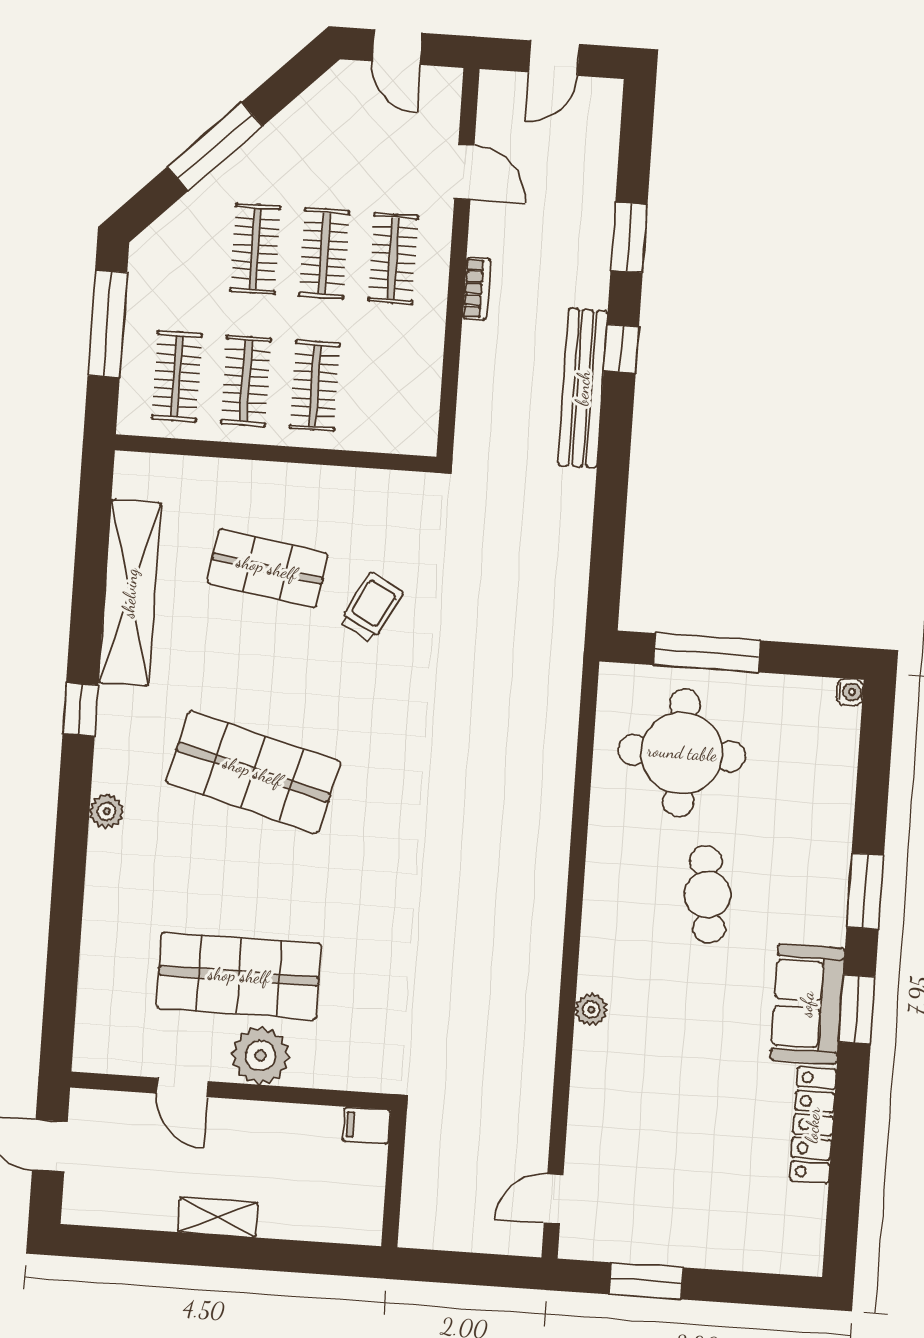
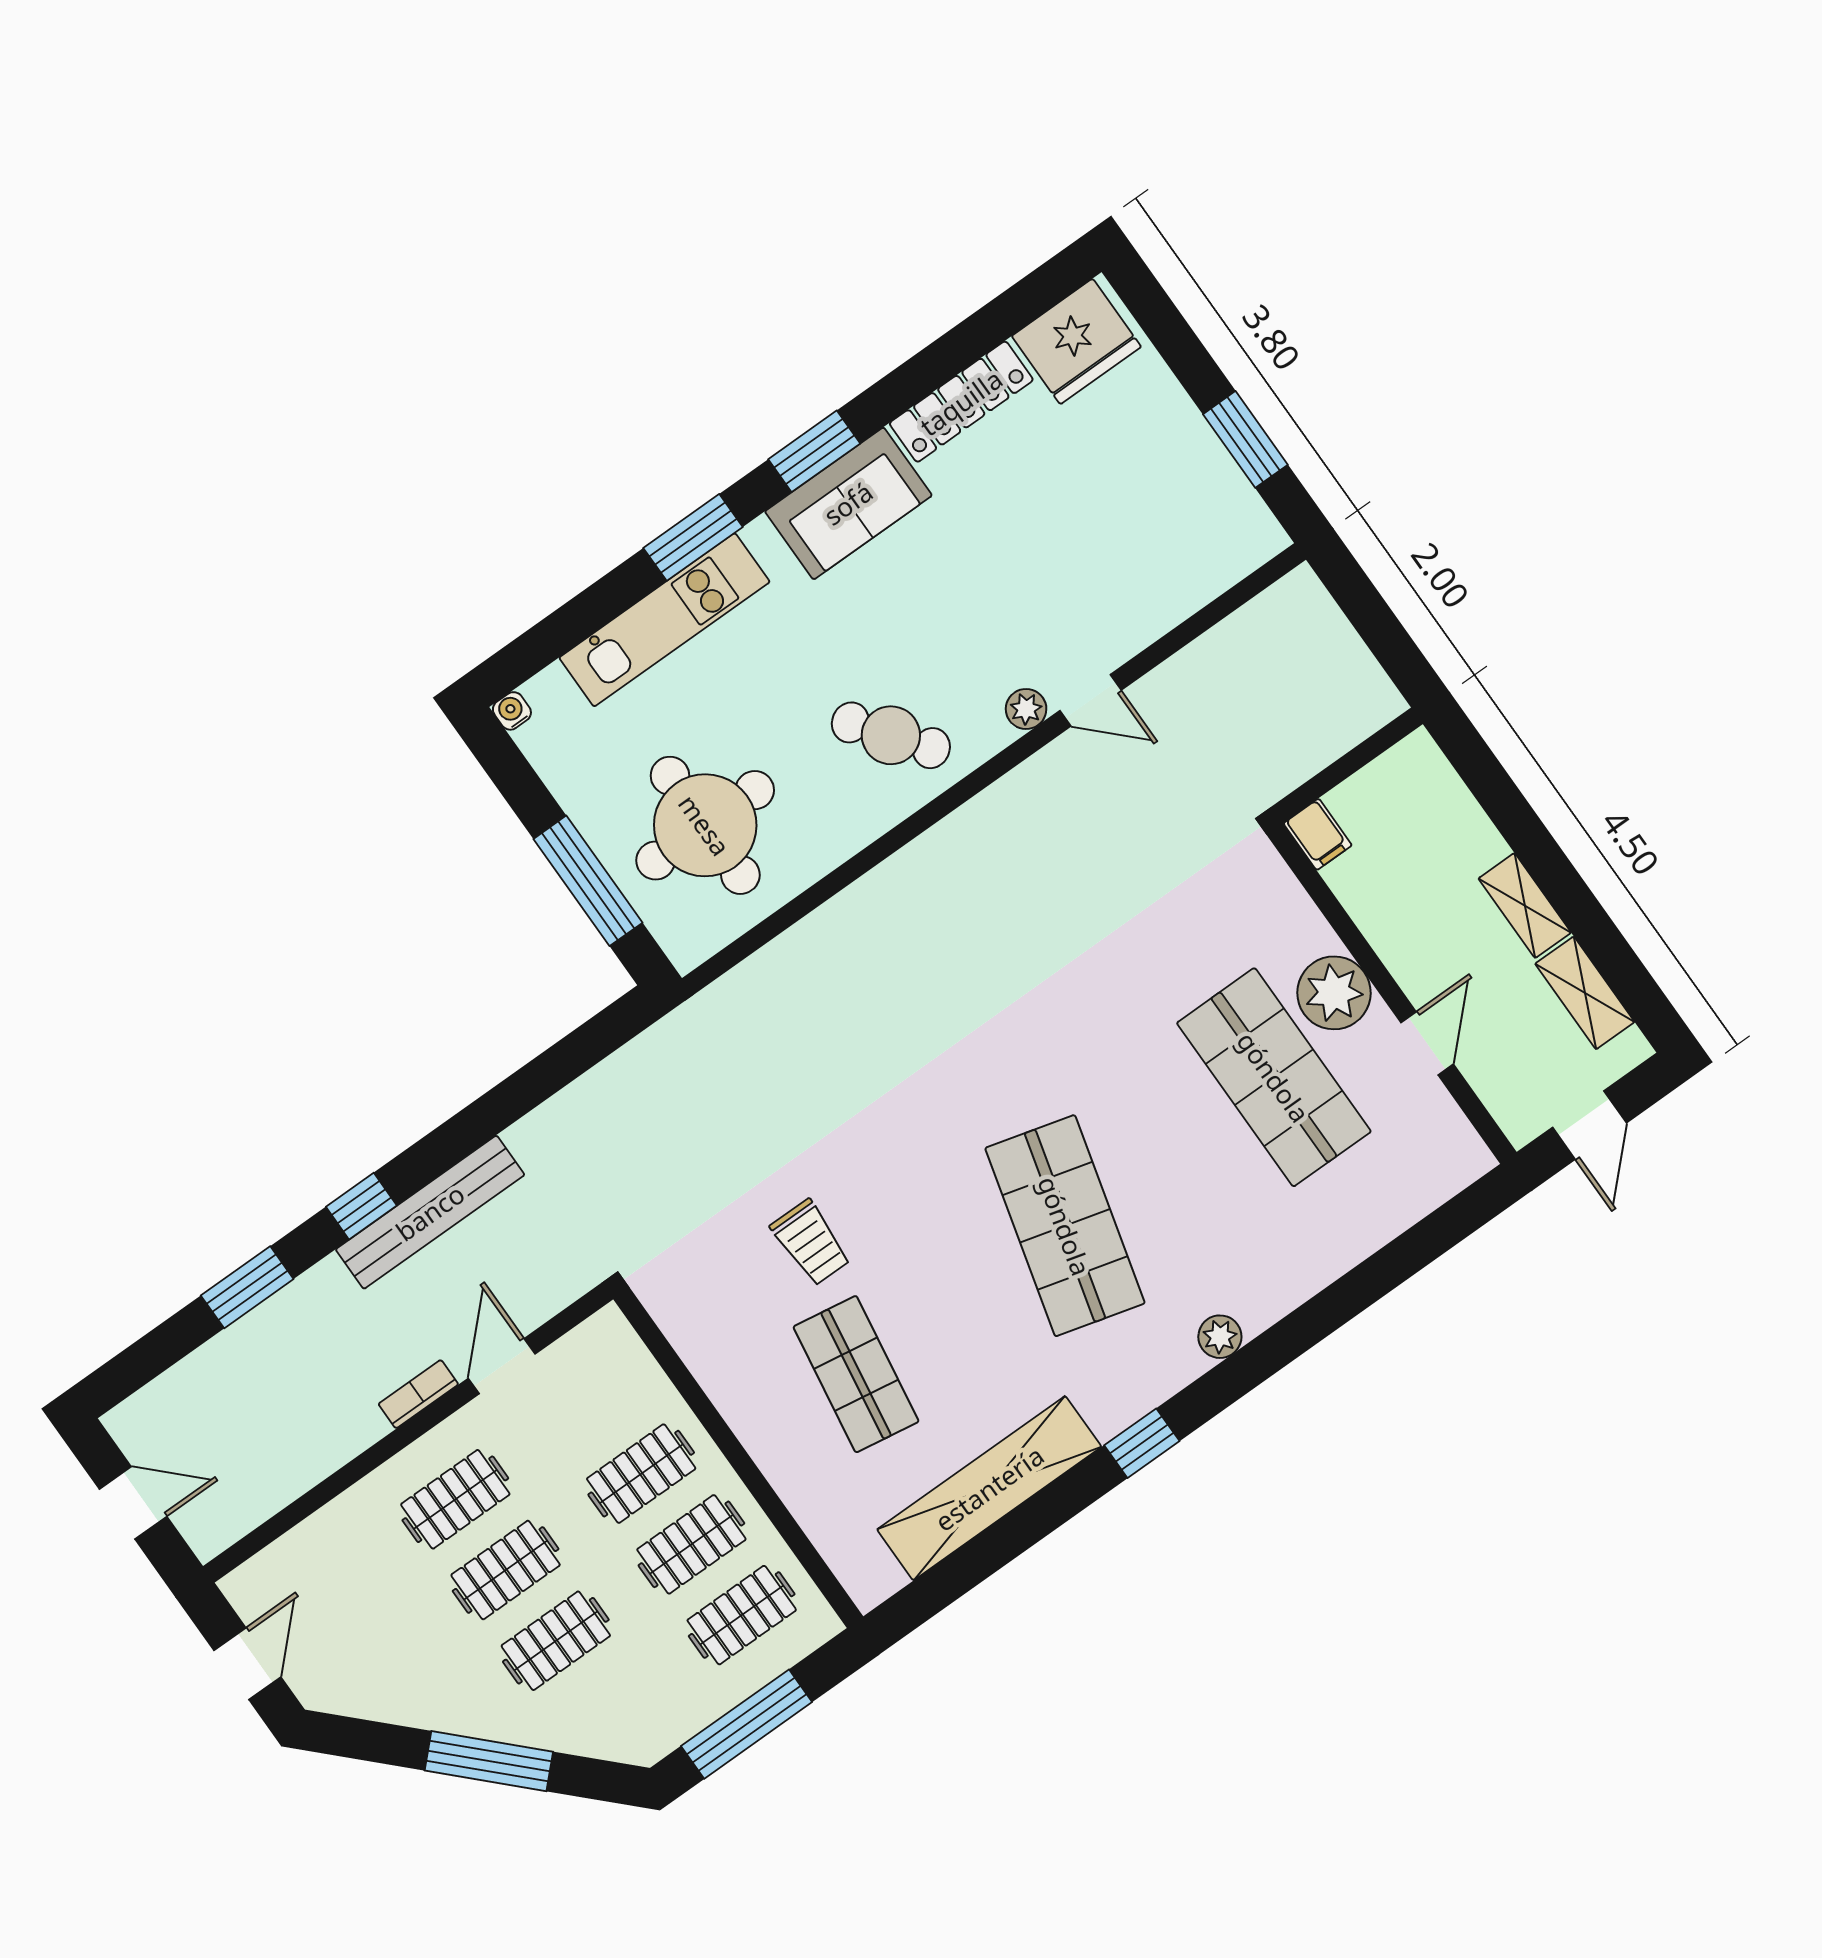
door: (464, 172) -> (502, 1366), moved
trolley: (371, 607) -> (811, 1243), turned -118
kitchen unit: (829, 832) -> (664, 620), added
cafe table: (707, 895) -> (891, 735), moved, turned 60
door: (554, 1199) -> (1090, 700), moved
shelving: (134, 1210) -> (1585, 993), added
fridge: (792, 1226) -> (1076, 341), added

